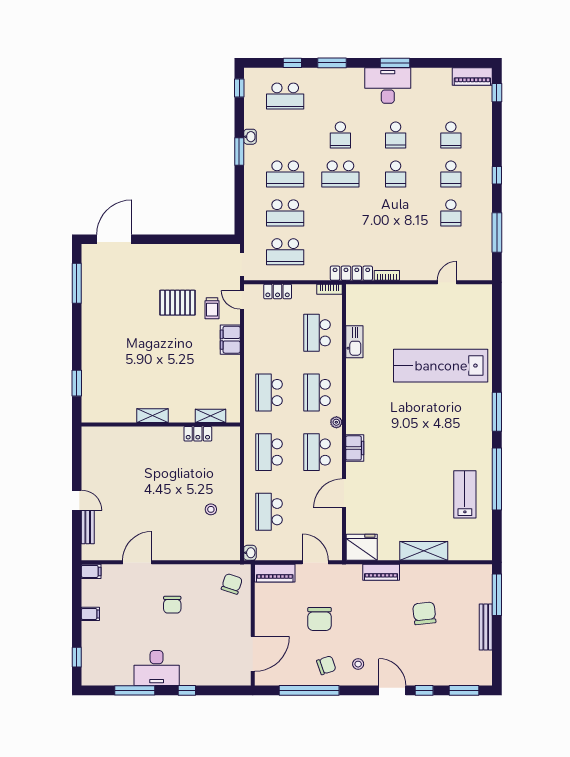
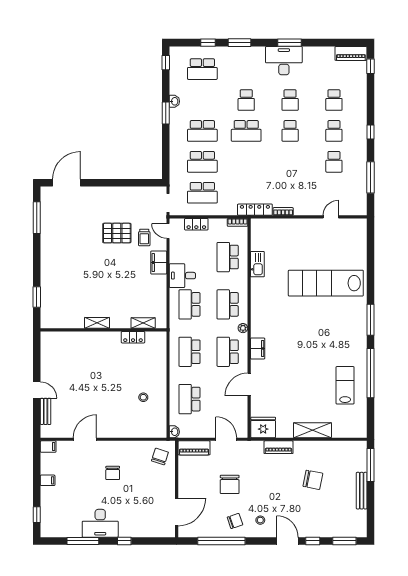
desk: (260, 356) -> (182, 276), added
chair: (424, 613) -> (313, 480), turned 107

